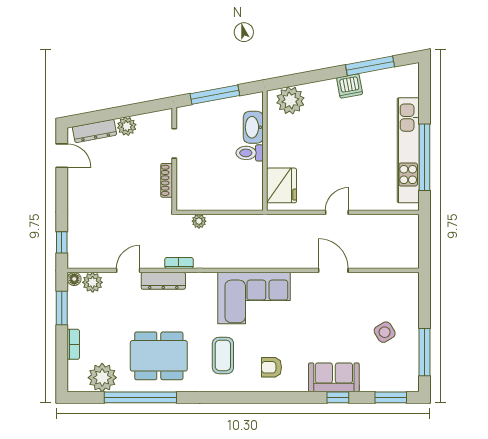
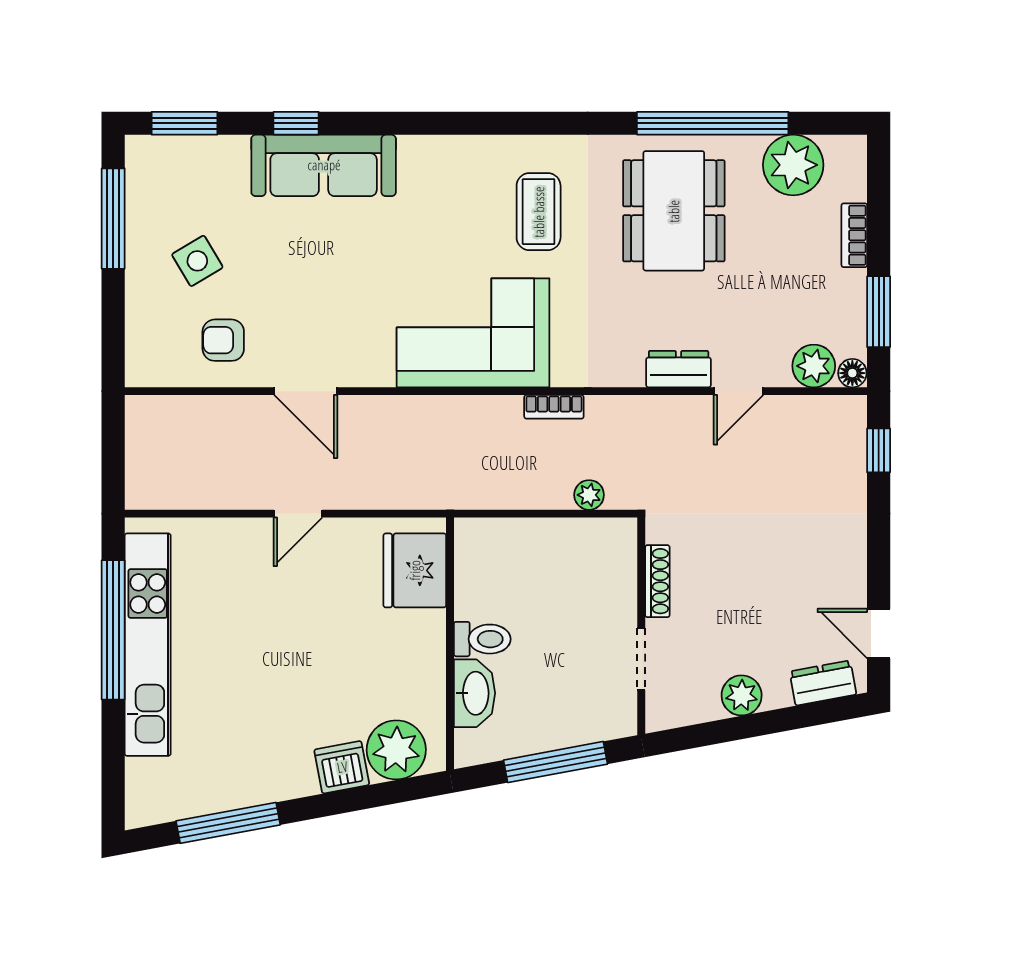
dishwasher: (350, 86) -> (342, 767), moved
dresser: (94, 131) -> (823, 683), width x0.70
bookcase: (179, 263) -> (554, 407), moved
dresser: (163, 281) -> (679, 369), width x0.70
dining table: (159, 356) -> (674, 211), turned 90
armchair: (271, 367) -> (223, 340), moved, turned 180
sofa: (334, 377) -> (324, 165), width x1.36

